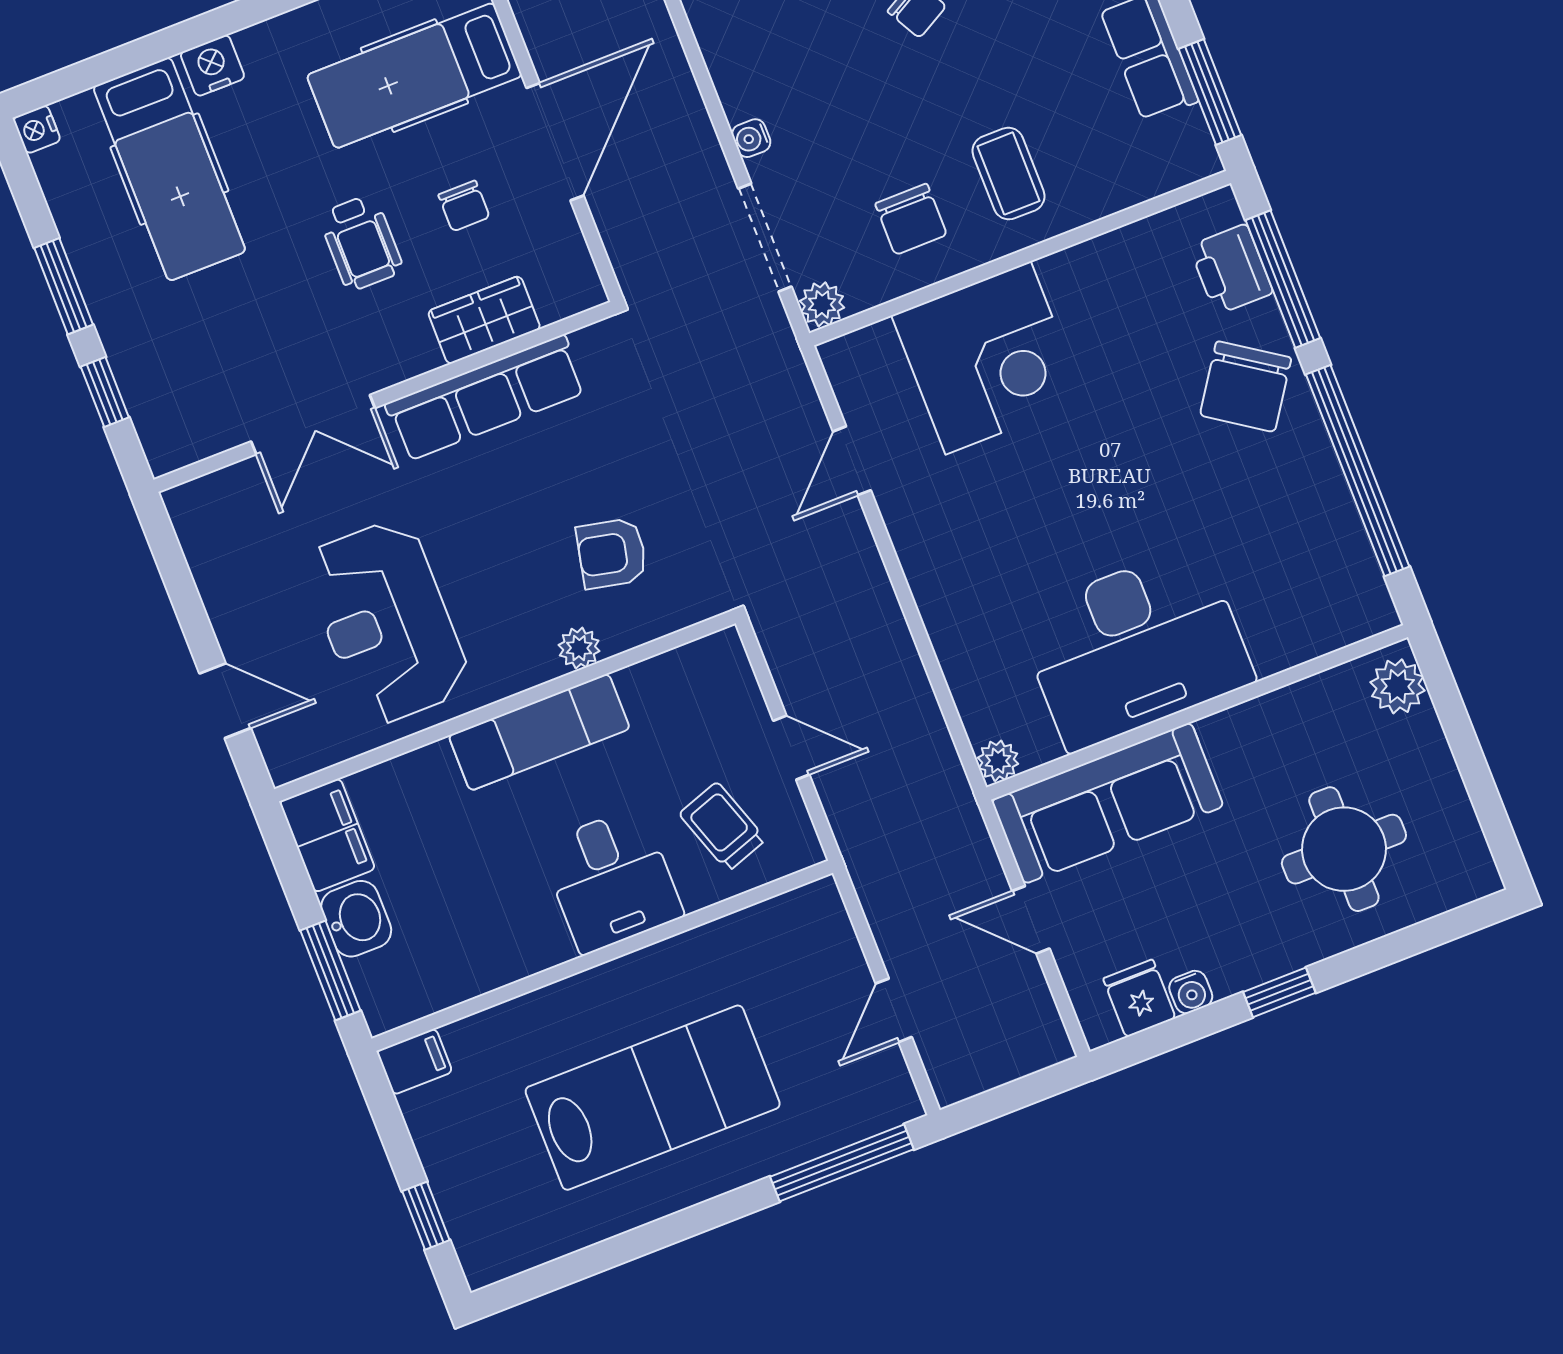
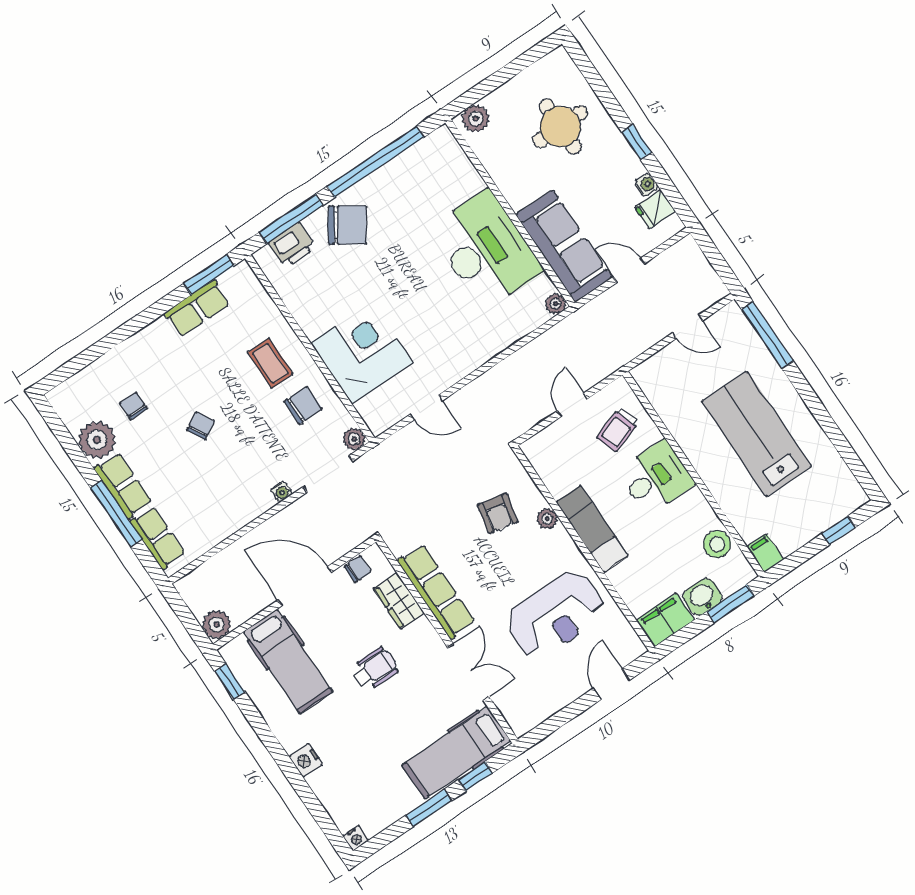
hospital bed: (169, 169) -> (456, 753), moved, turned 180
coffee table: (1008, 174) -> (270, 363), turned 90
chair: (464, 206) -> (358, 569), moved
door: (1031, 920) -> (629, 270), swing flipped
stool: (453, 971) -> (717, 544), added

